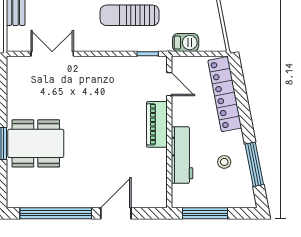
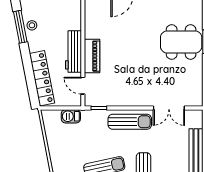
sun lounger: (130, 15) -> (130, 122), moved
workbench: (182, 155) -> (73, 52), moved
stool: (224, 162) -> (32, 25), moved

